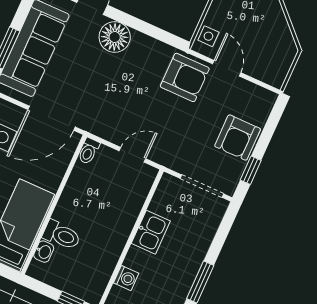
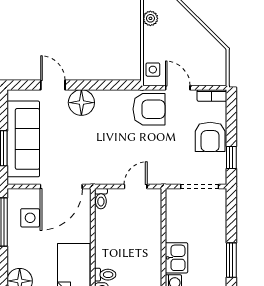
bookcase: (260, 93) -> (212, 95), added
kitchen sink: (151, 232) -> (176, 258), moved
toilet: (62, 235) -> (105, 275), width x0.73, depth x0.72

